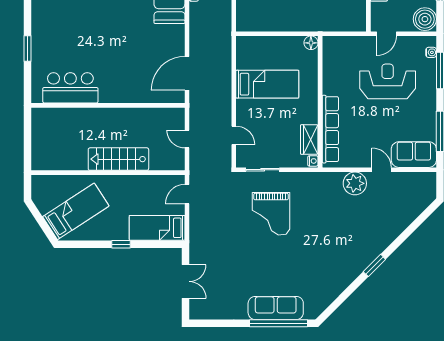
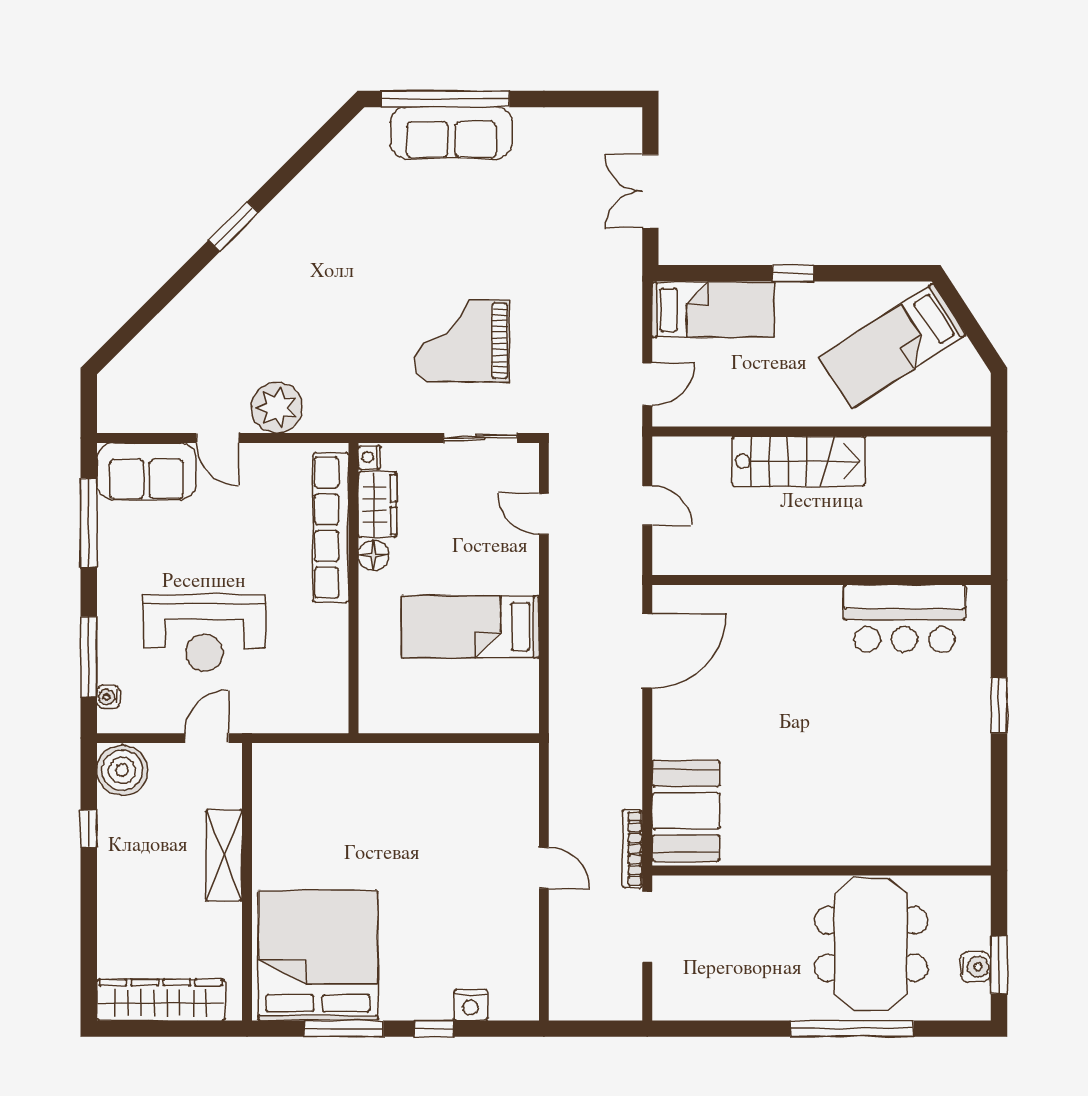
floor lamp: (311, 43) -> (374, 555), moved
grand piano: (271, 214) -> (462, 341), turned -90

